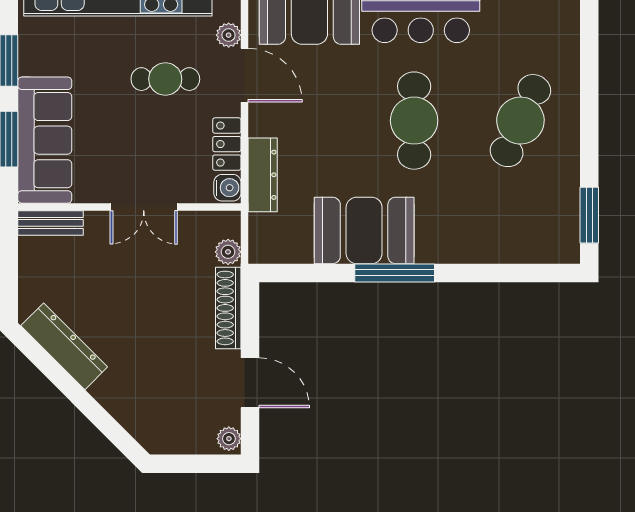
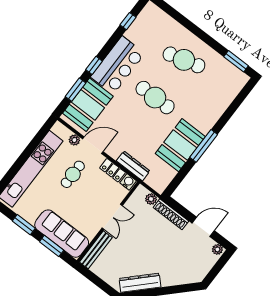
cafe table: (520, 121) -> (184, 60), turned -39
bench: (51, 223) -> (96, 250), width x1.36

